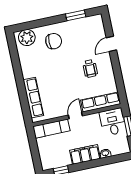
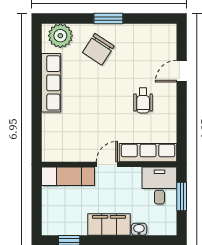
window: (76, 15) -> (108, 19), moved
chair: (54, 41) -> (98, 49), turned 123
row of seats: (33, 98) -> (51, 83), moved

